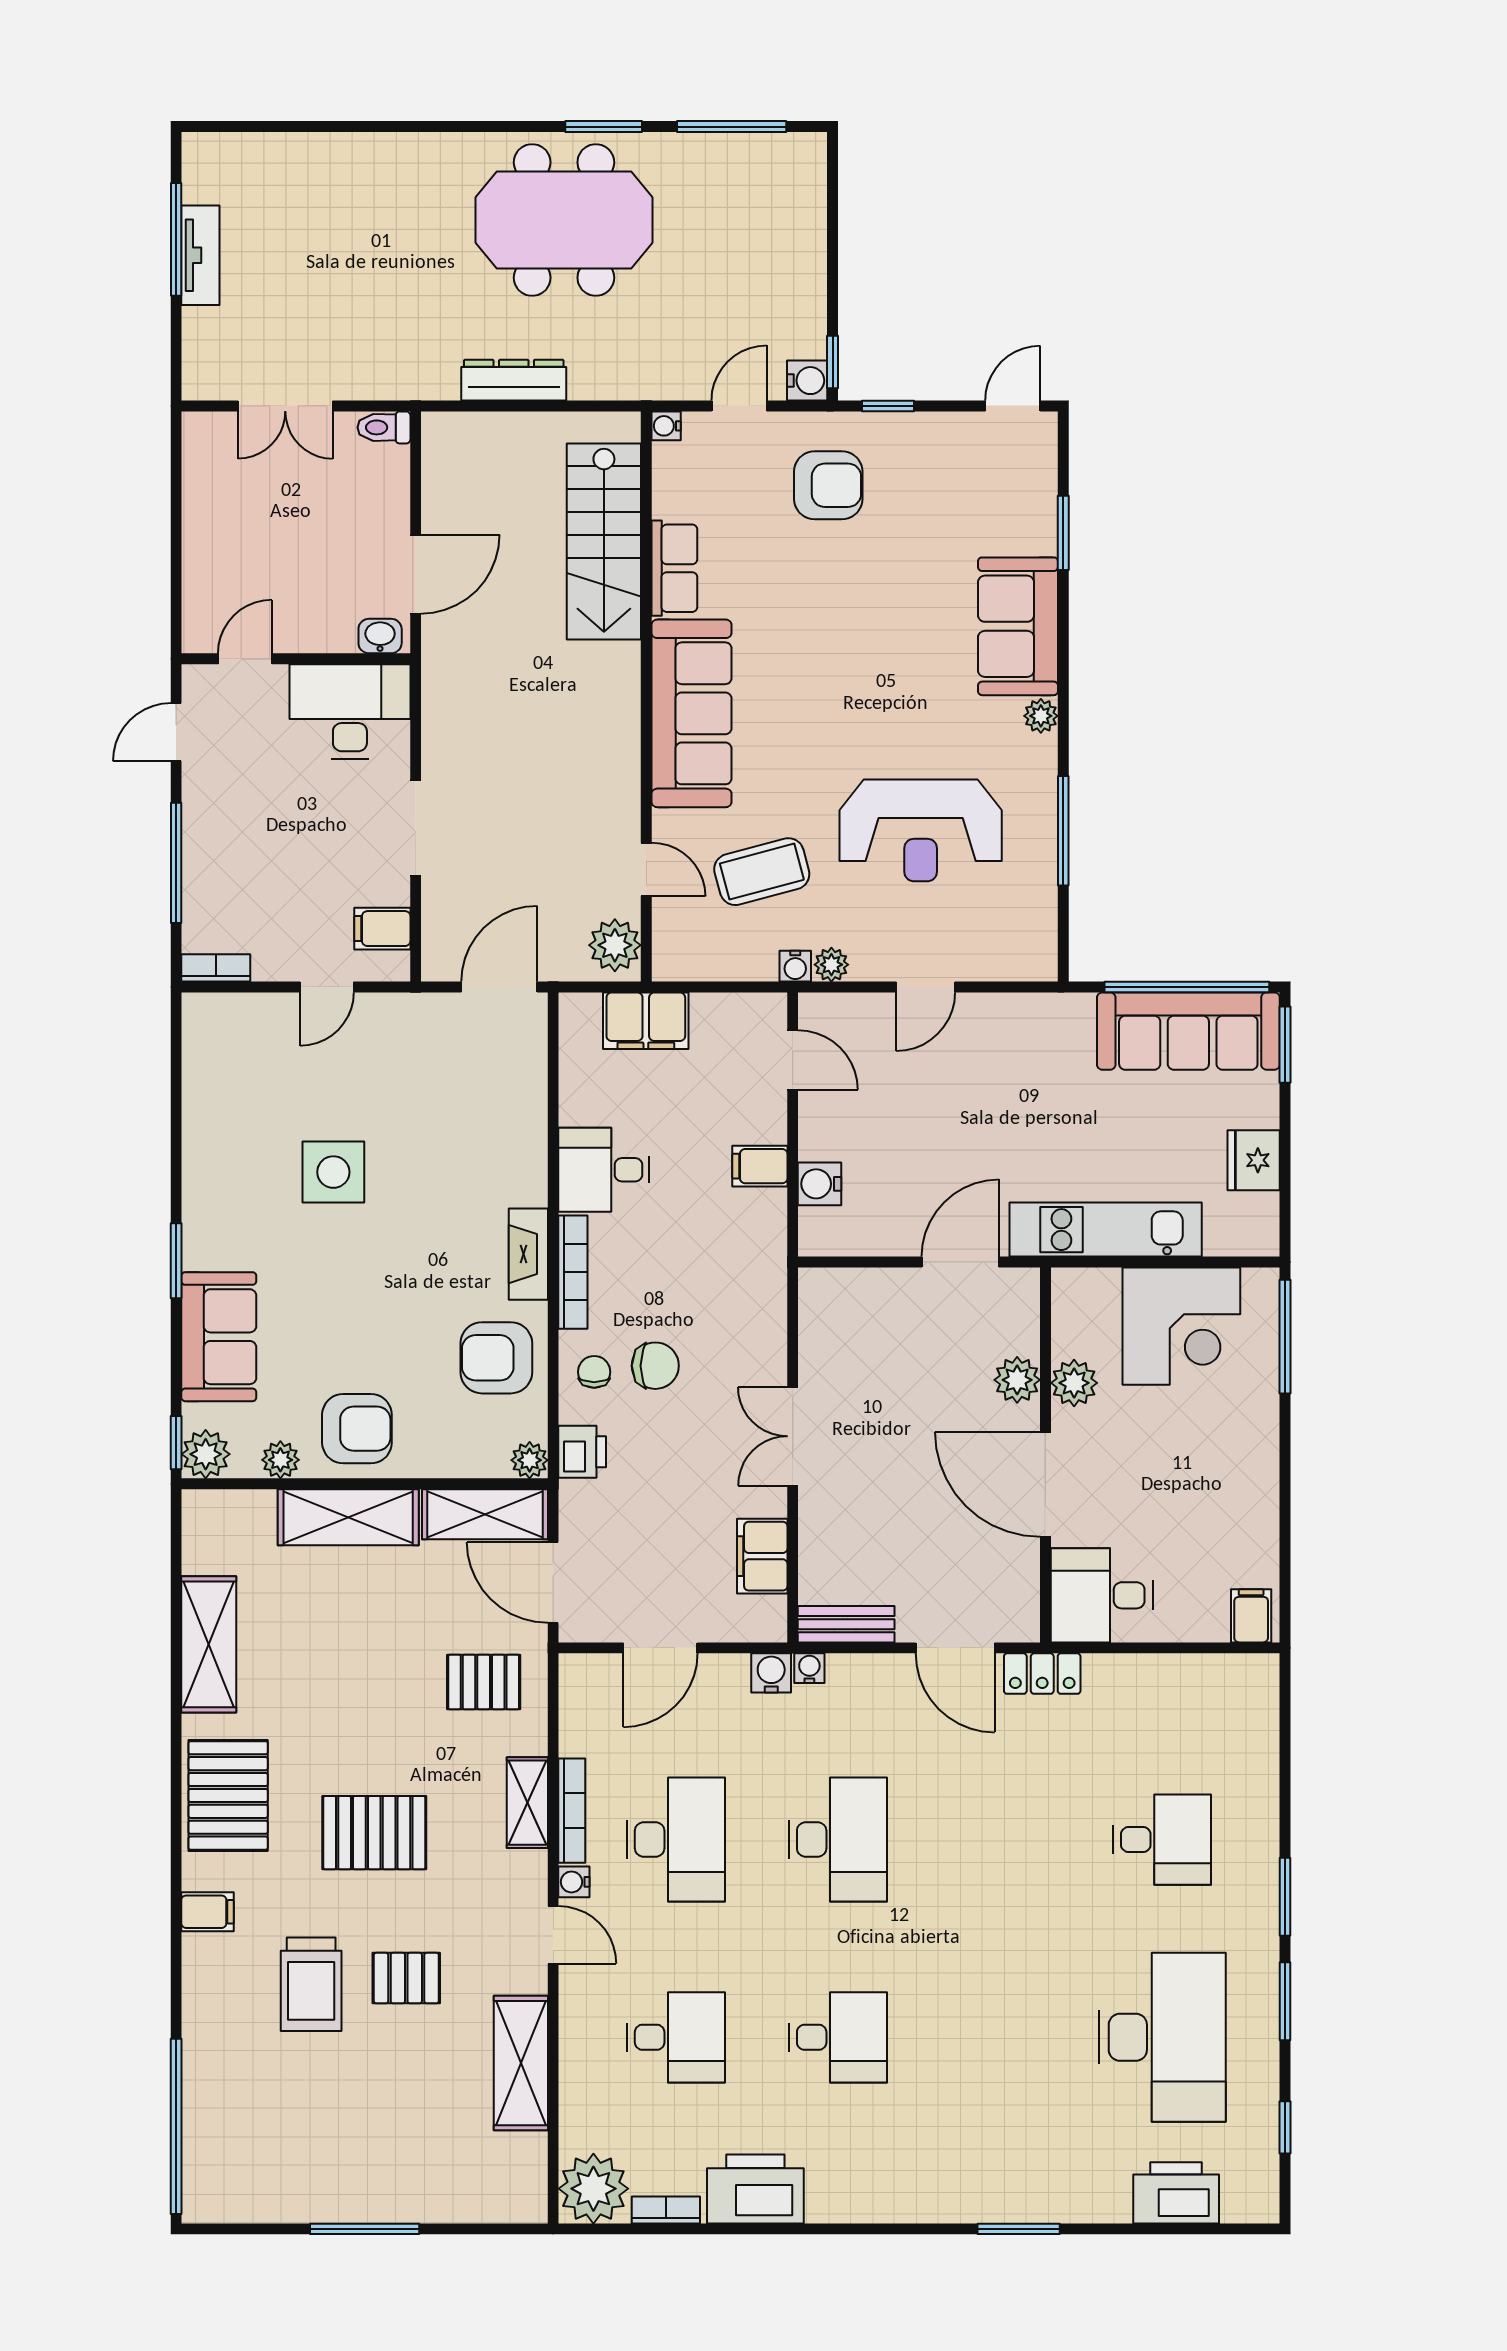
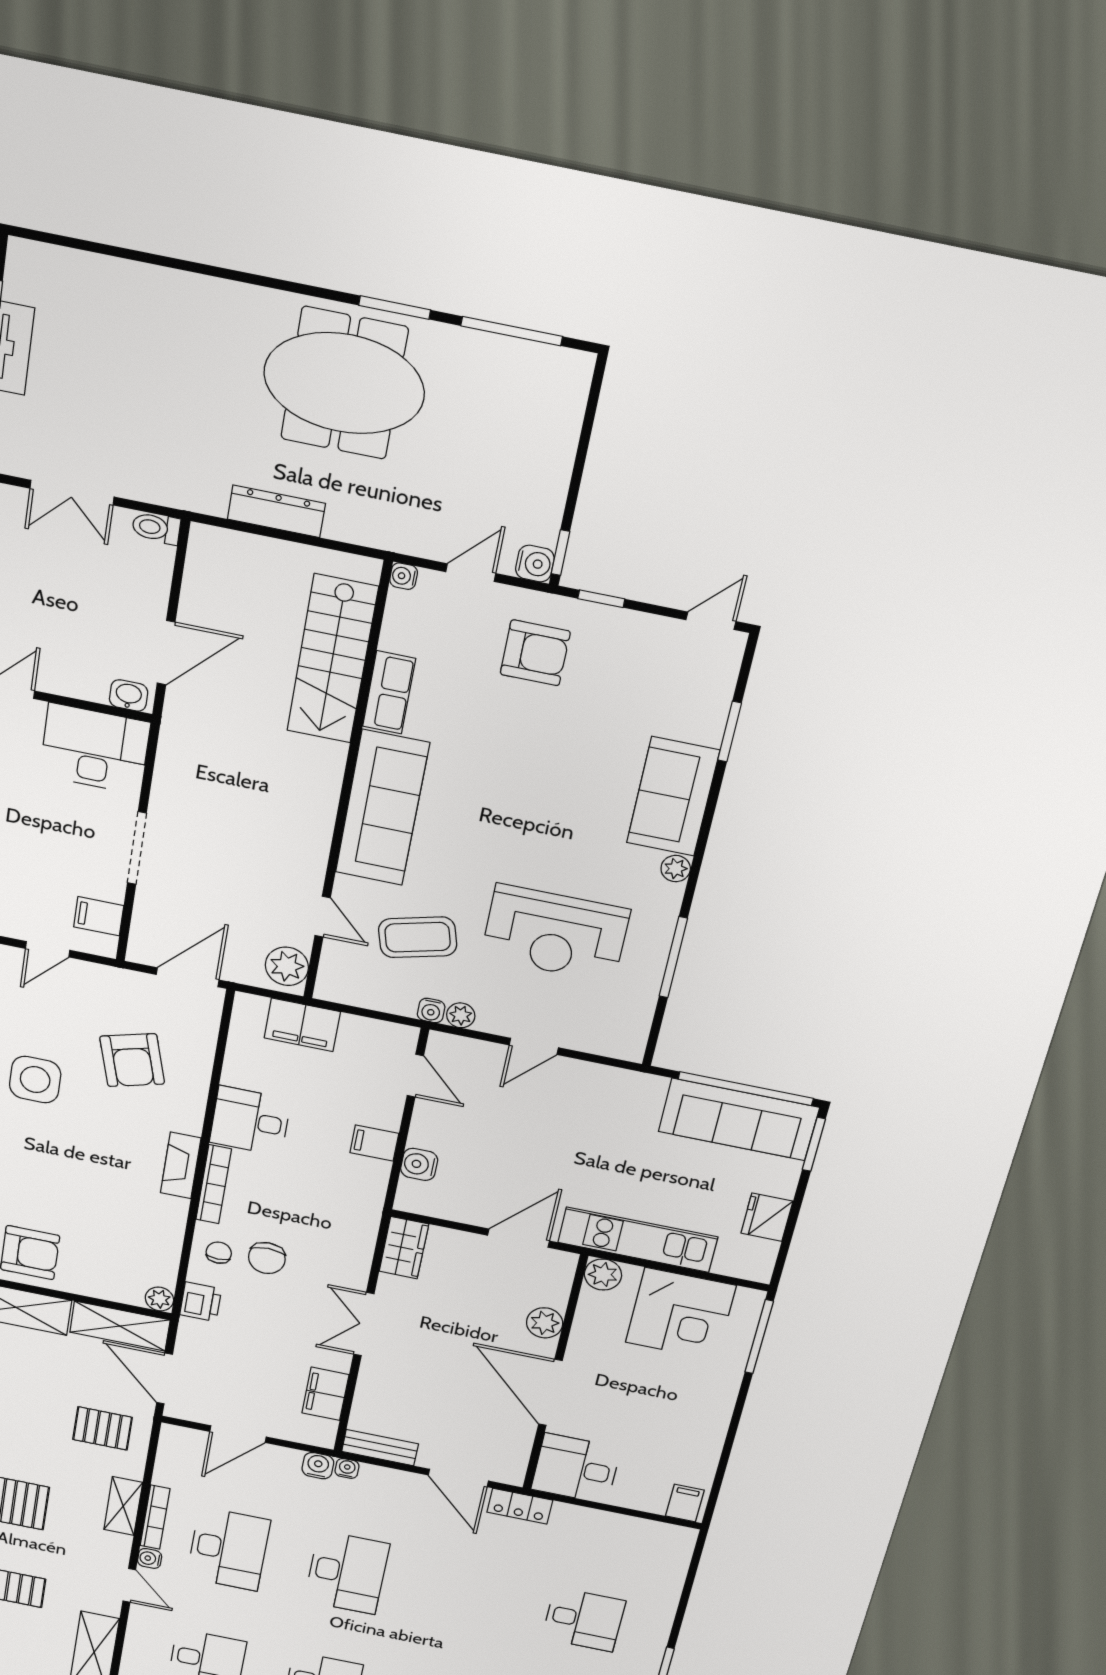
wardrobe: (822, 1310) -> (404, 1248), added
armchair: (496, 1358) -> (132, 1060), moved, turned -106
chair: (655, 1366) -> (267, 1258), turned 90
plant: (1074, 1383) -> (603, 1275), moved

